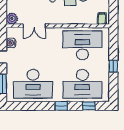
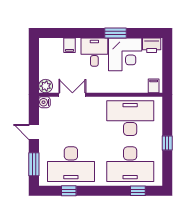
double door: (34, 26) -> (72, 95), swing flipped
water cooler: (11, 43) -> (44, 102), moved
window: (61, 106) -> (69, 191), moved

